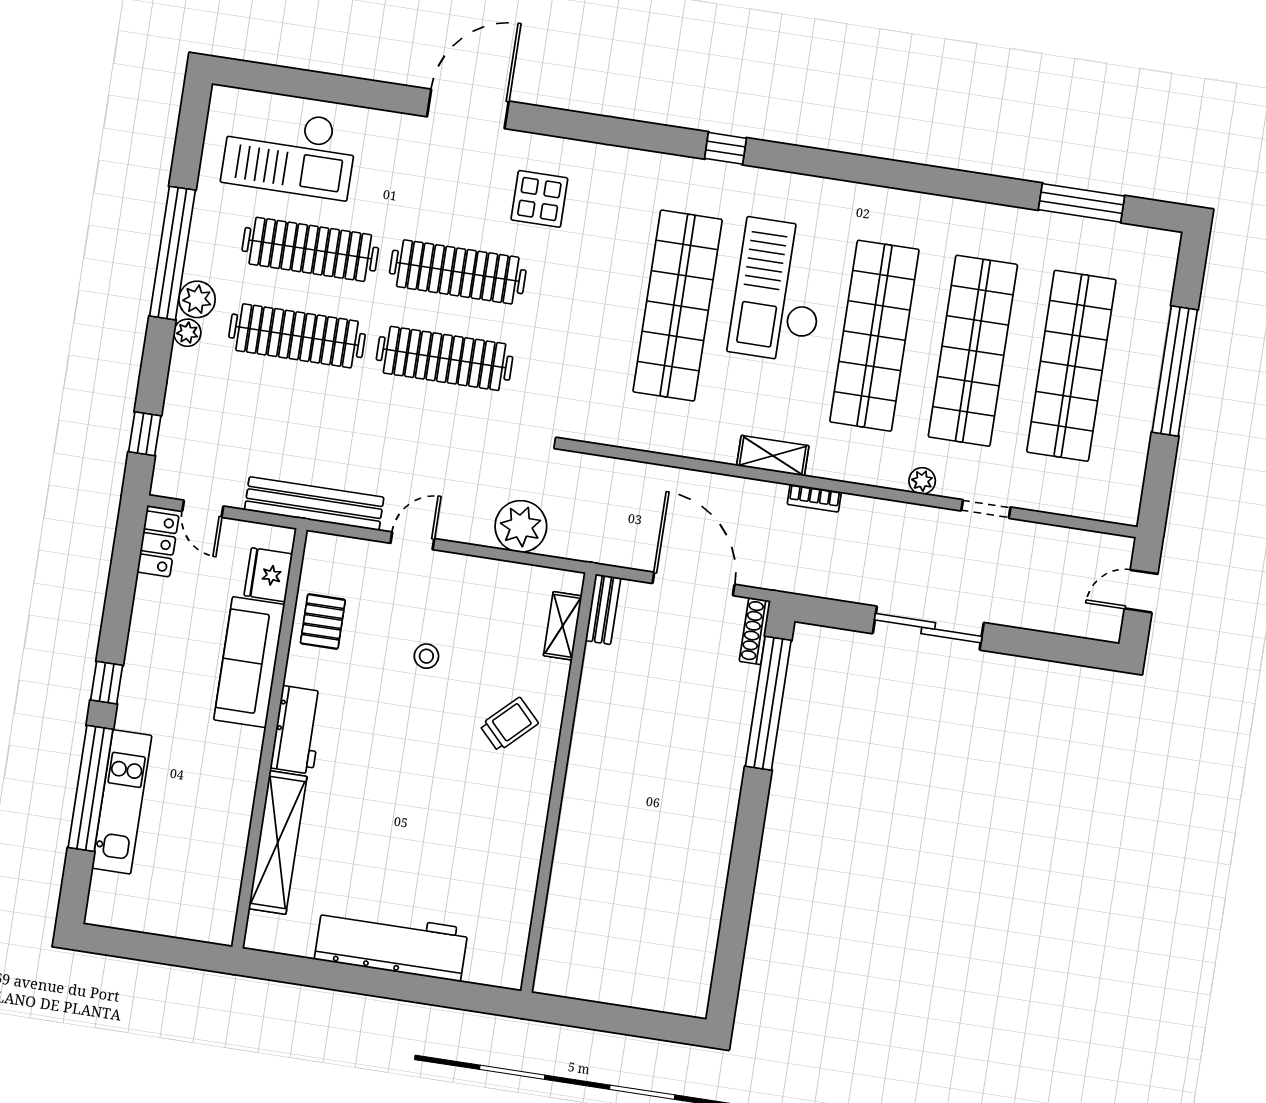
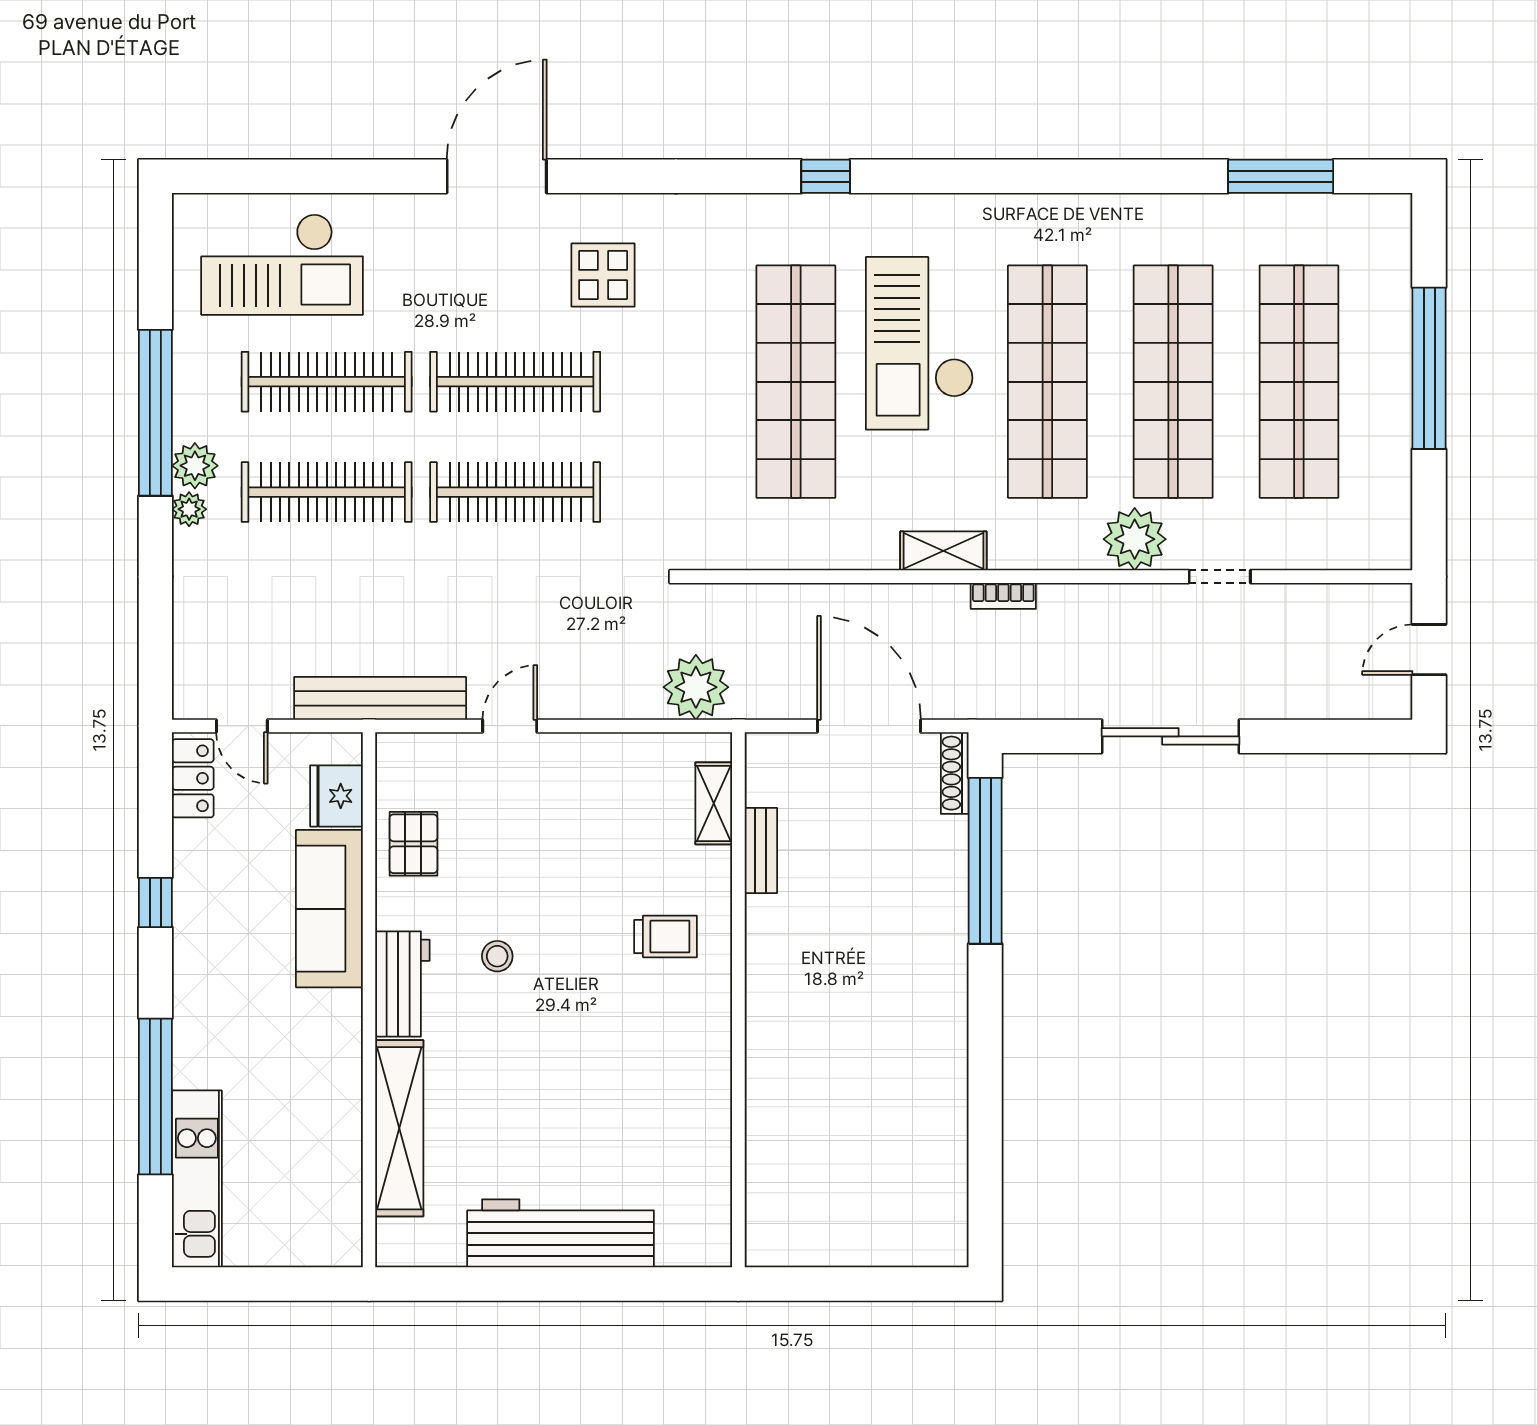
window: (145, 434) -> (155, 643), removed
plant: (922, 481) -> (1135, 539), width x1.88, depth x1.88
plant: (521, 526) -> (696, 687), moved
bench: (603, 609) -> (761, 851), moved
stool: (426, 656) -> (497, 956), moved
window: (107, 683) -> (155, 903), moved
trolley: (509, 724) -> (666, 937), turned 44
kitchen unit: (122, 802) -> (197, 1179), moved

